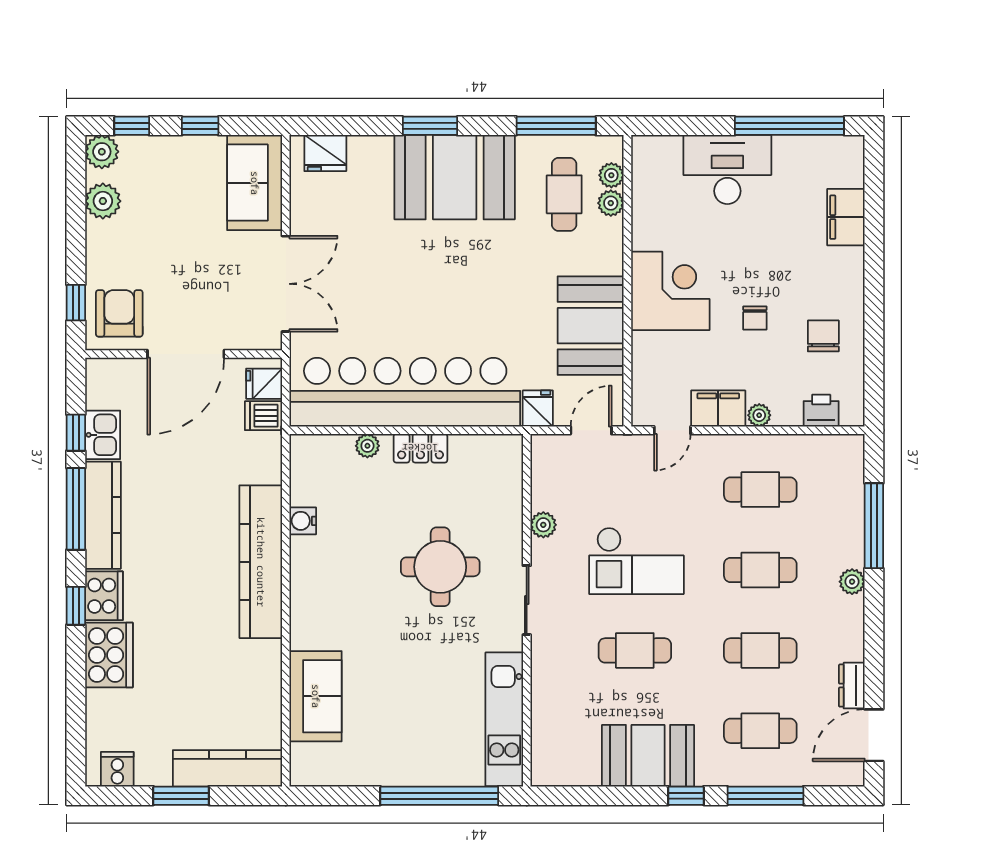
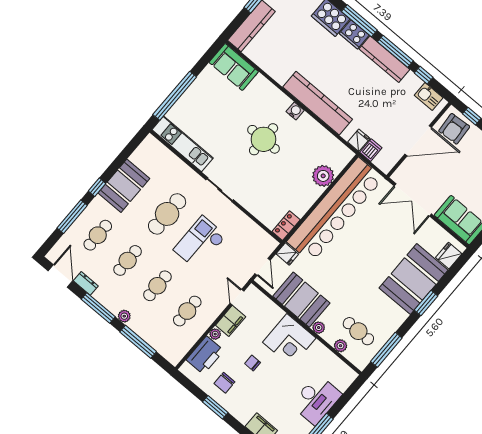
plant: (611, 175) -> (319, 328), moved
booth: (455, 177) -> (414, 279), moved
armchair: (119, 313) -> (454, 129), turned 86
window: (874, 318) -> (215, 407), added
chair: (823, 336) -> (224, 383), turned 90
door: (186, 354) -> (418, 141), swing flipped
fridge: (264, 384) -> (359, 140), moved
printer: (821, 411) -> (205, 355), width x1.87, depth x1.48
kitchen sink: (103, 435) -> (429, 97), moved
plant: (367, 446) -> (323, 176), width x1.88, depth x1.88
locker: (420, 448) -> (286, 226), moved
water cooler: (303, 521) -> (295, 111), moved
plant: (543, 525) -> (242, 220), removed
round table: (440, 567) -> (264, 139), moved
window: (76, 606) -> (359, 21), width x2.17
window: (874, 633) -> (98, 308), added
cafe table: (635, 650) -> (167, 214), width x1.37, depth x1.35
sofa: (316, 696) -> (234, 67), moved

